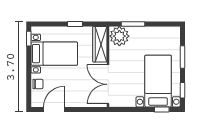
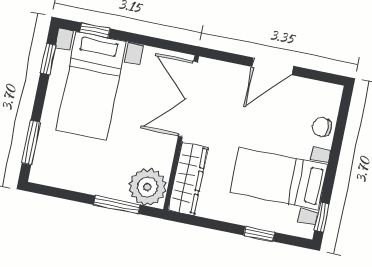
window: (75, 24) -> (259, 234), moved
window: (182, 57) -> (31, 143), moved
double door: (108, 84) -> (188, 99), swing flipped
door: (54, 109) -> (273, 66), moved

